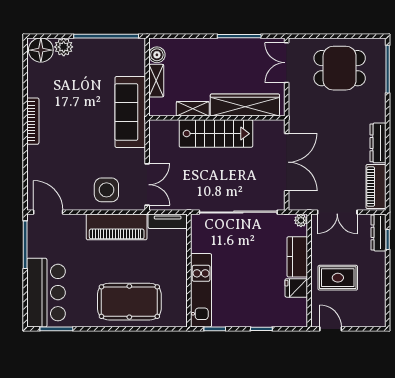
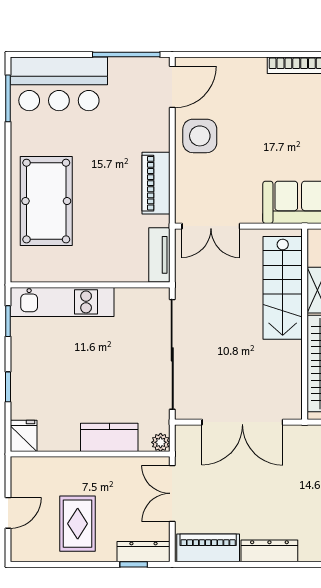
stairs: (216, 134) -> (283, 288), moved
side table: (106, 190) -> (200, 136), moved
piano: (117, 227) -> (156, 183), width x0.73, depth x0.75
rug: (338, 278) -> (78, 524), moved
fridge: (296, 288) -> (24, 436), moved
door: (331, 329) -> (8, 513), moved

